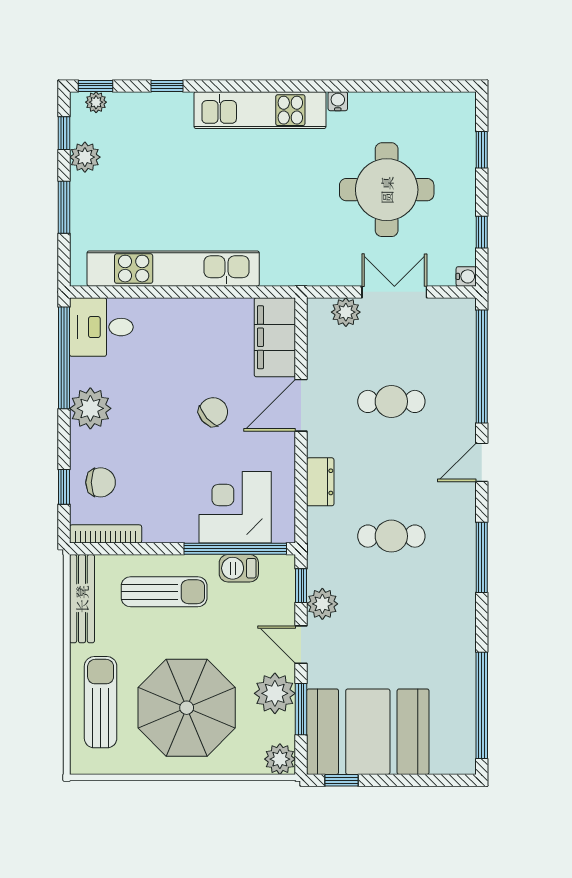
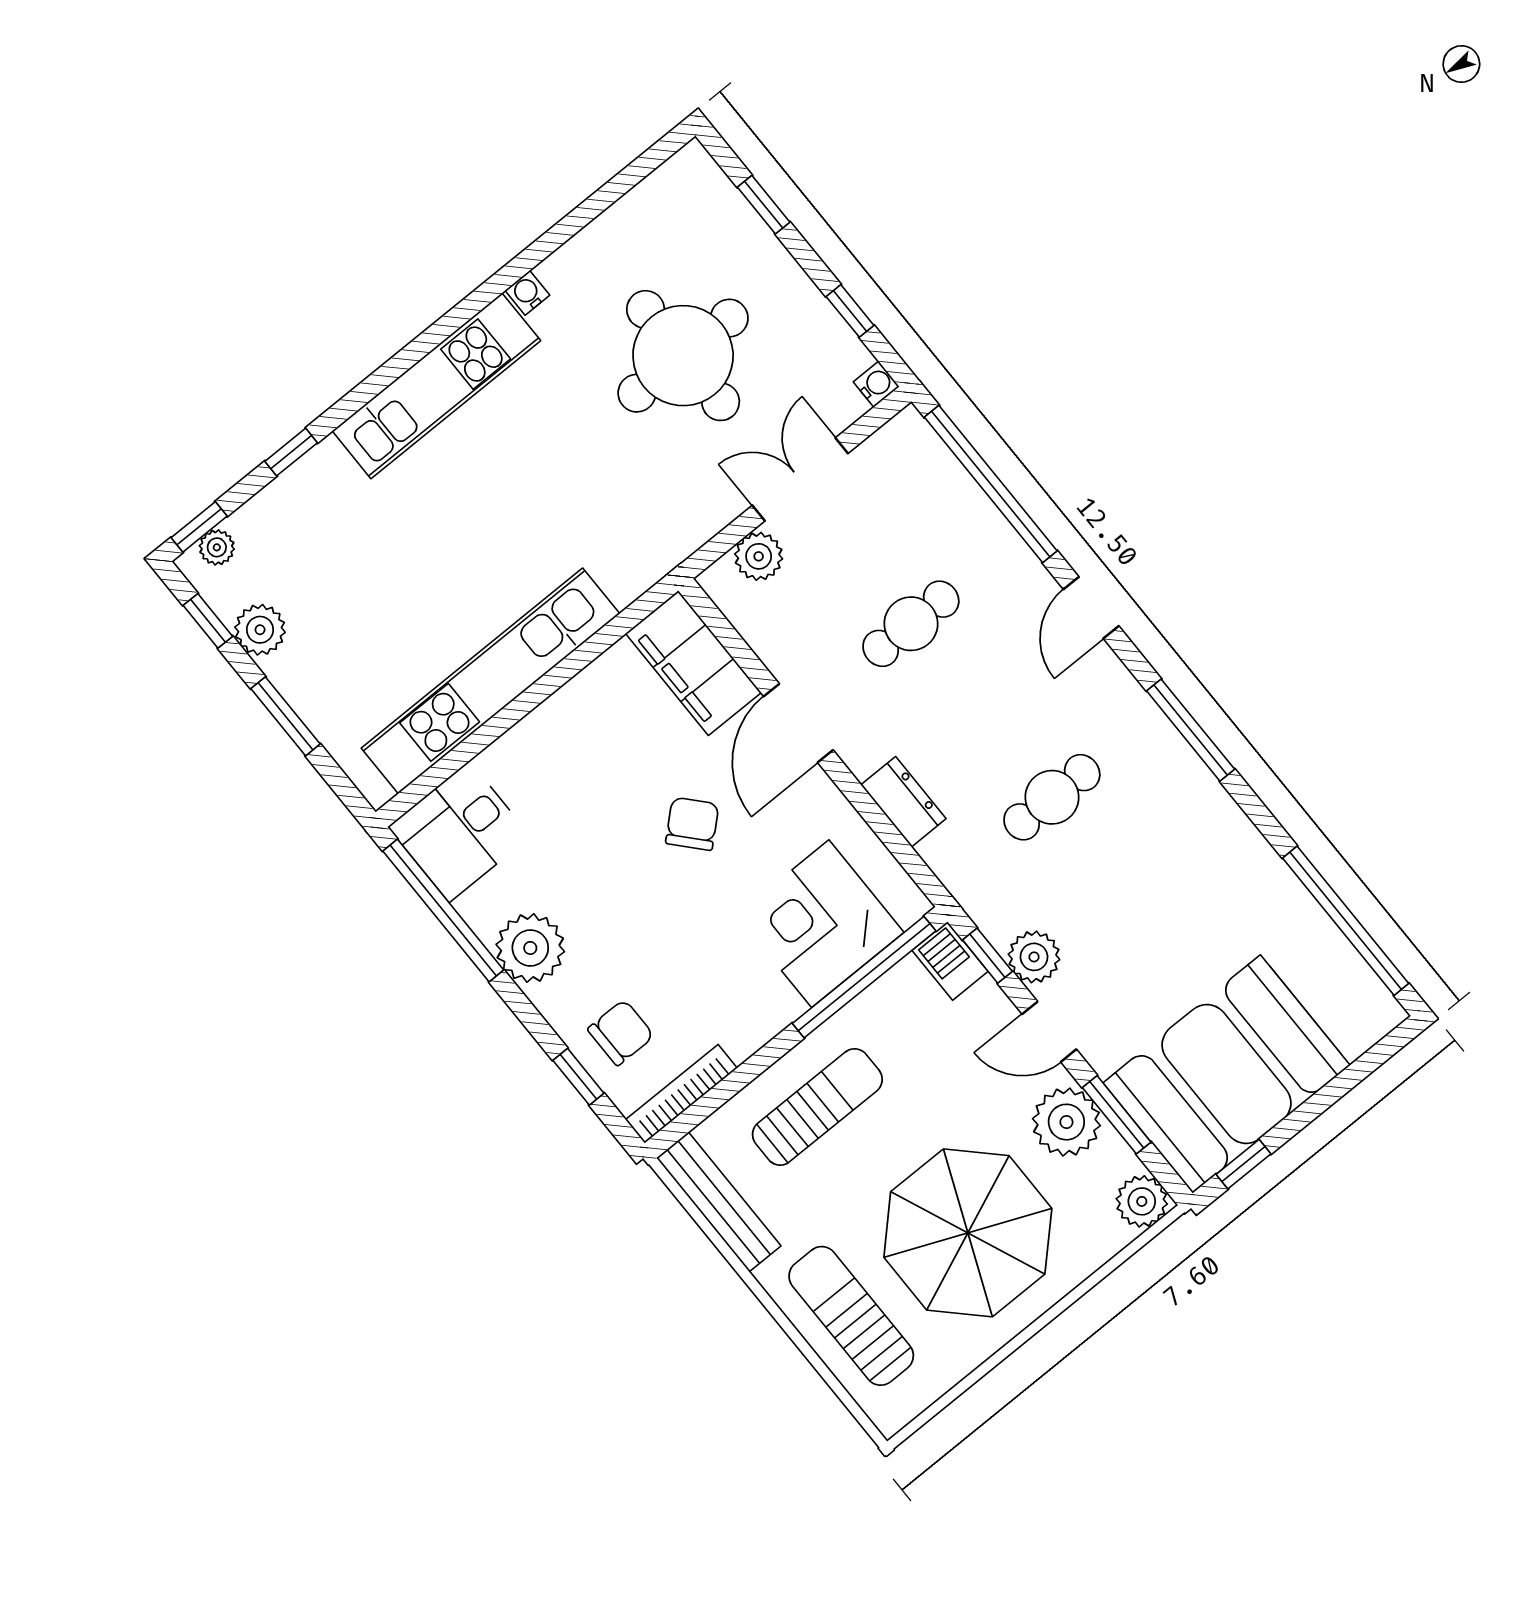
barbecue: (239, 568) -> (950, 961), moved, turned 90

